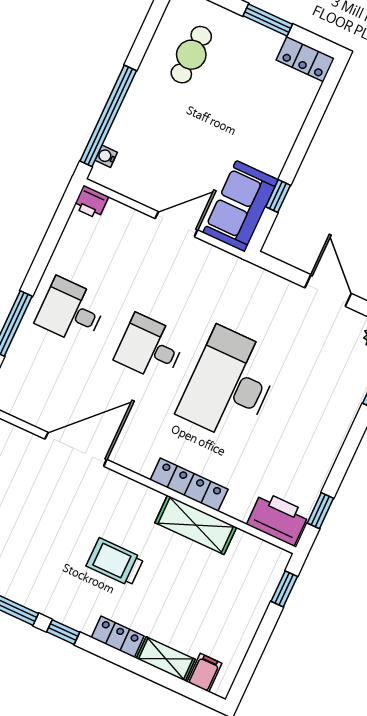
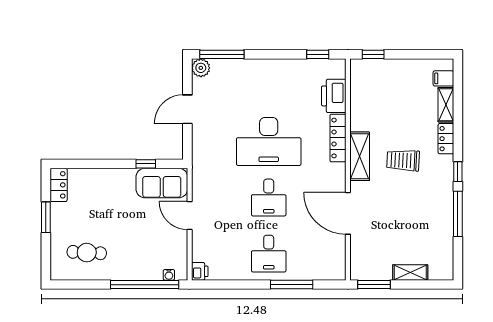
printer: (278, 518) -> (334, 96), moved
shelving: (196, 525) -> (360, 156), moved
trolley: (115, 562) -> (403, 160), turned 93

